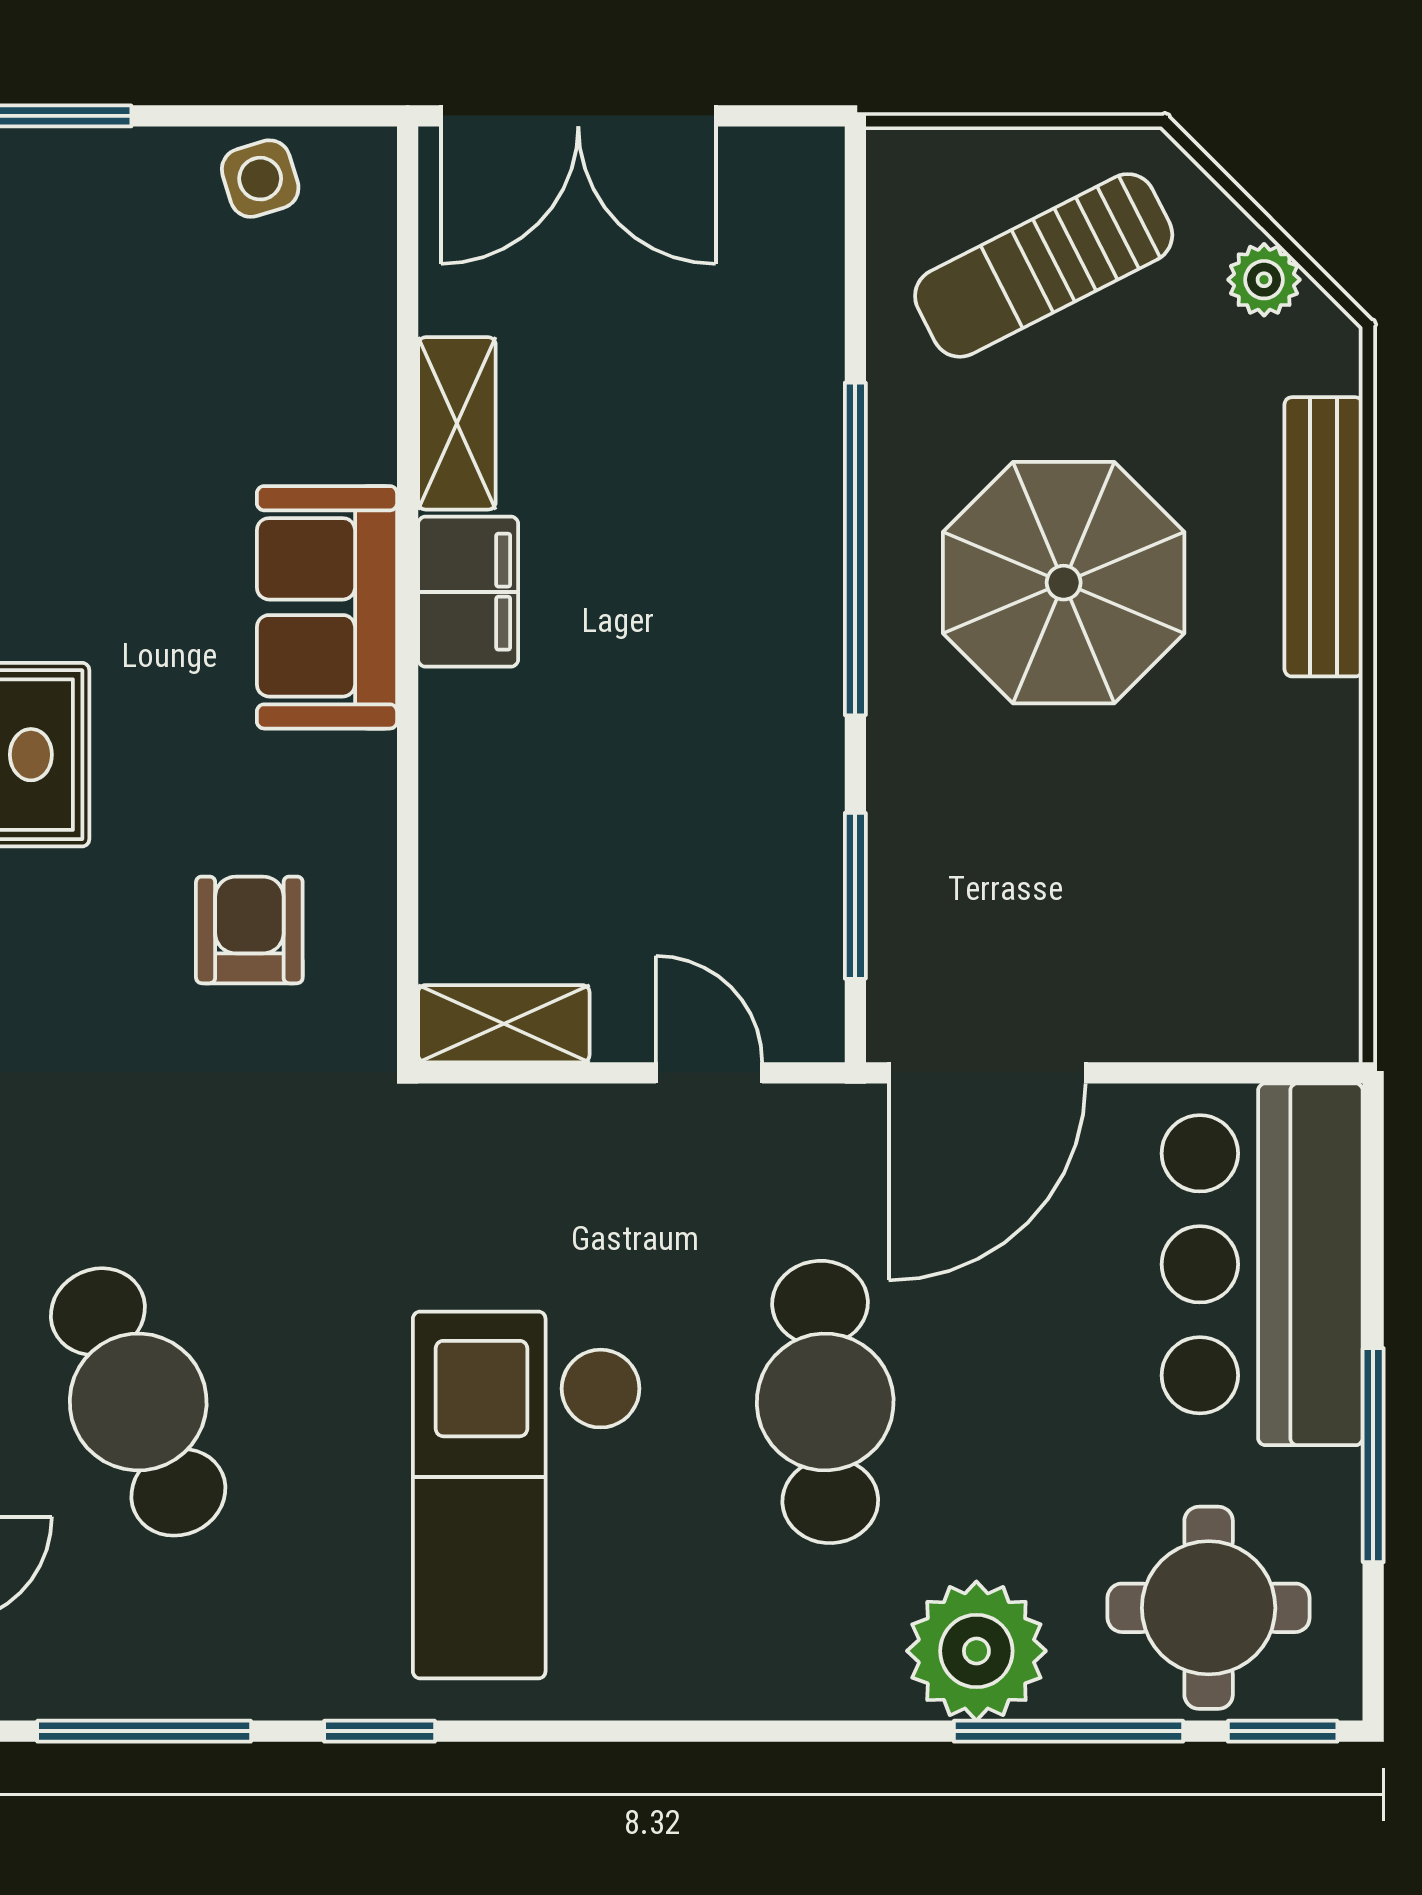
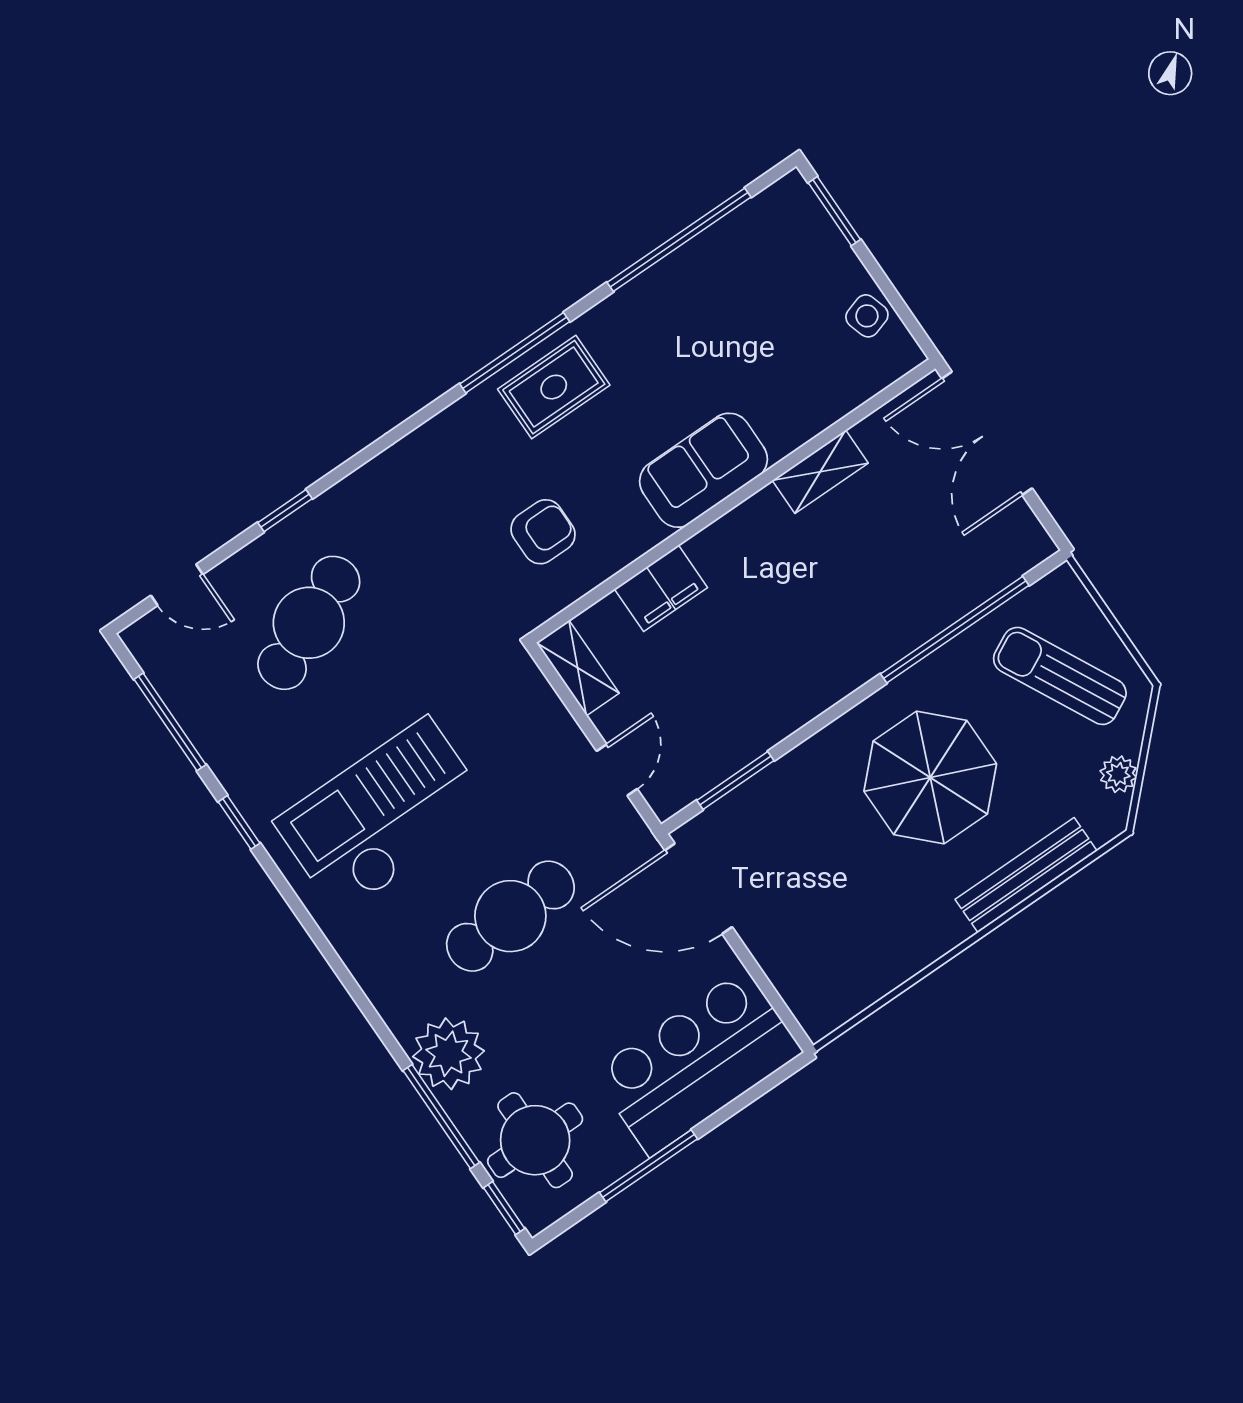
window: (855, 549) -> (955, 630), moved
filing cabinet: (468, 592) -> (661, 588), moved

